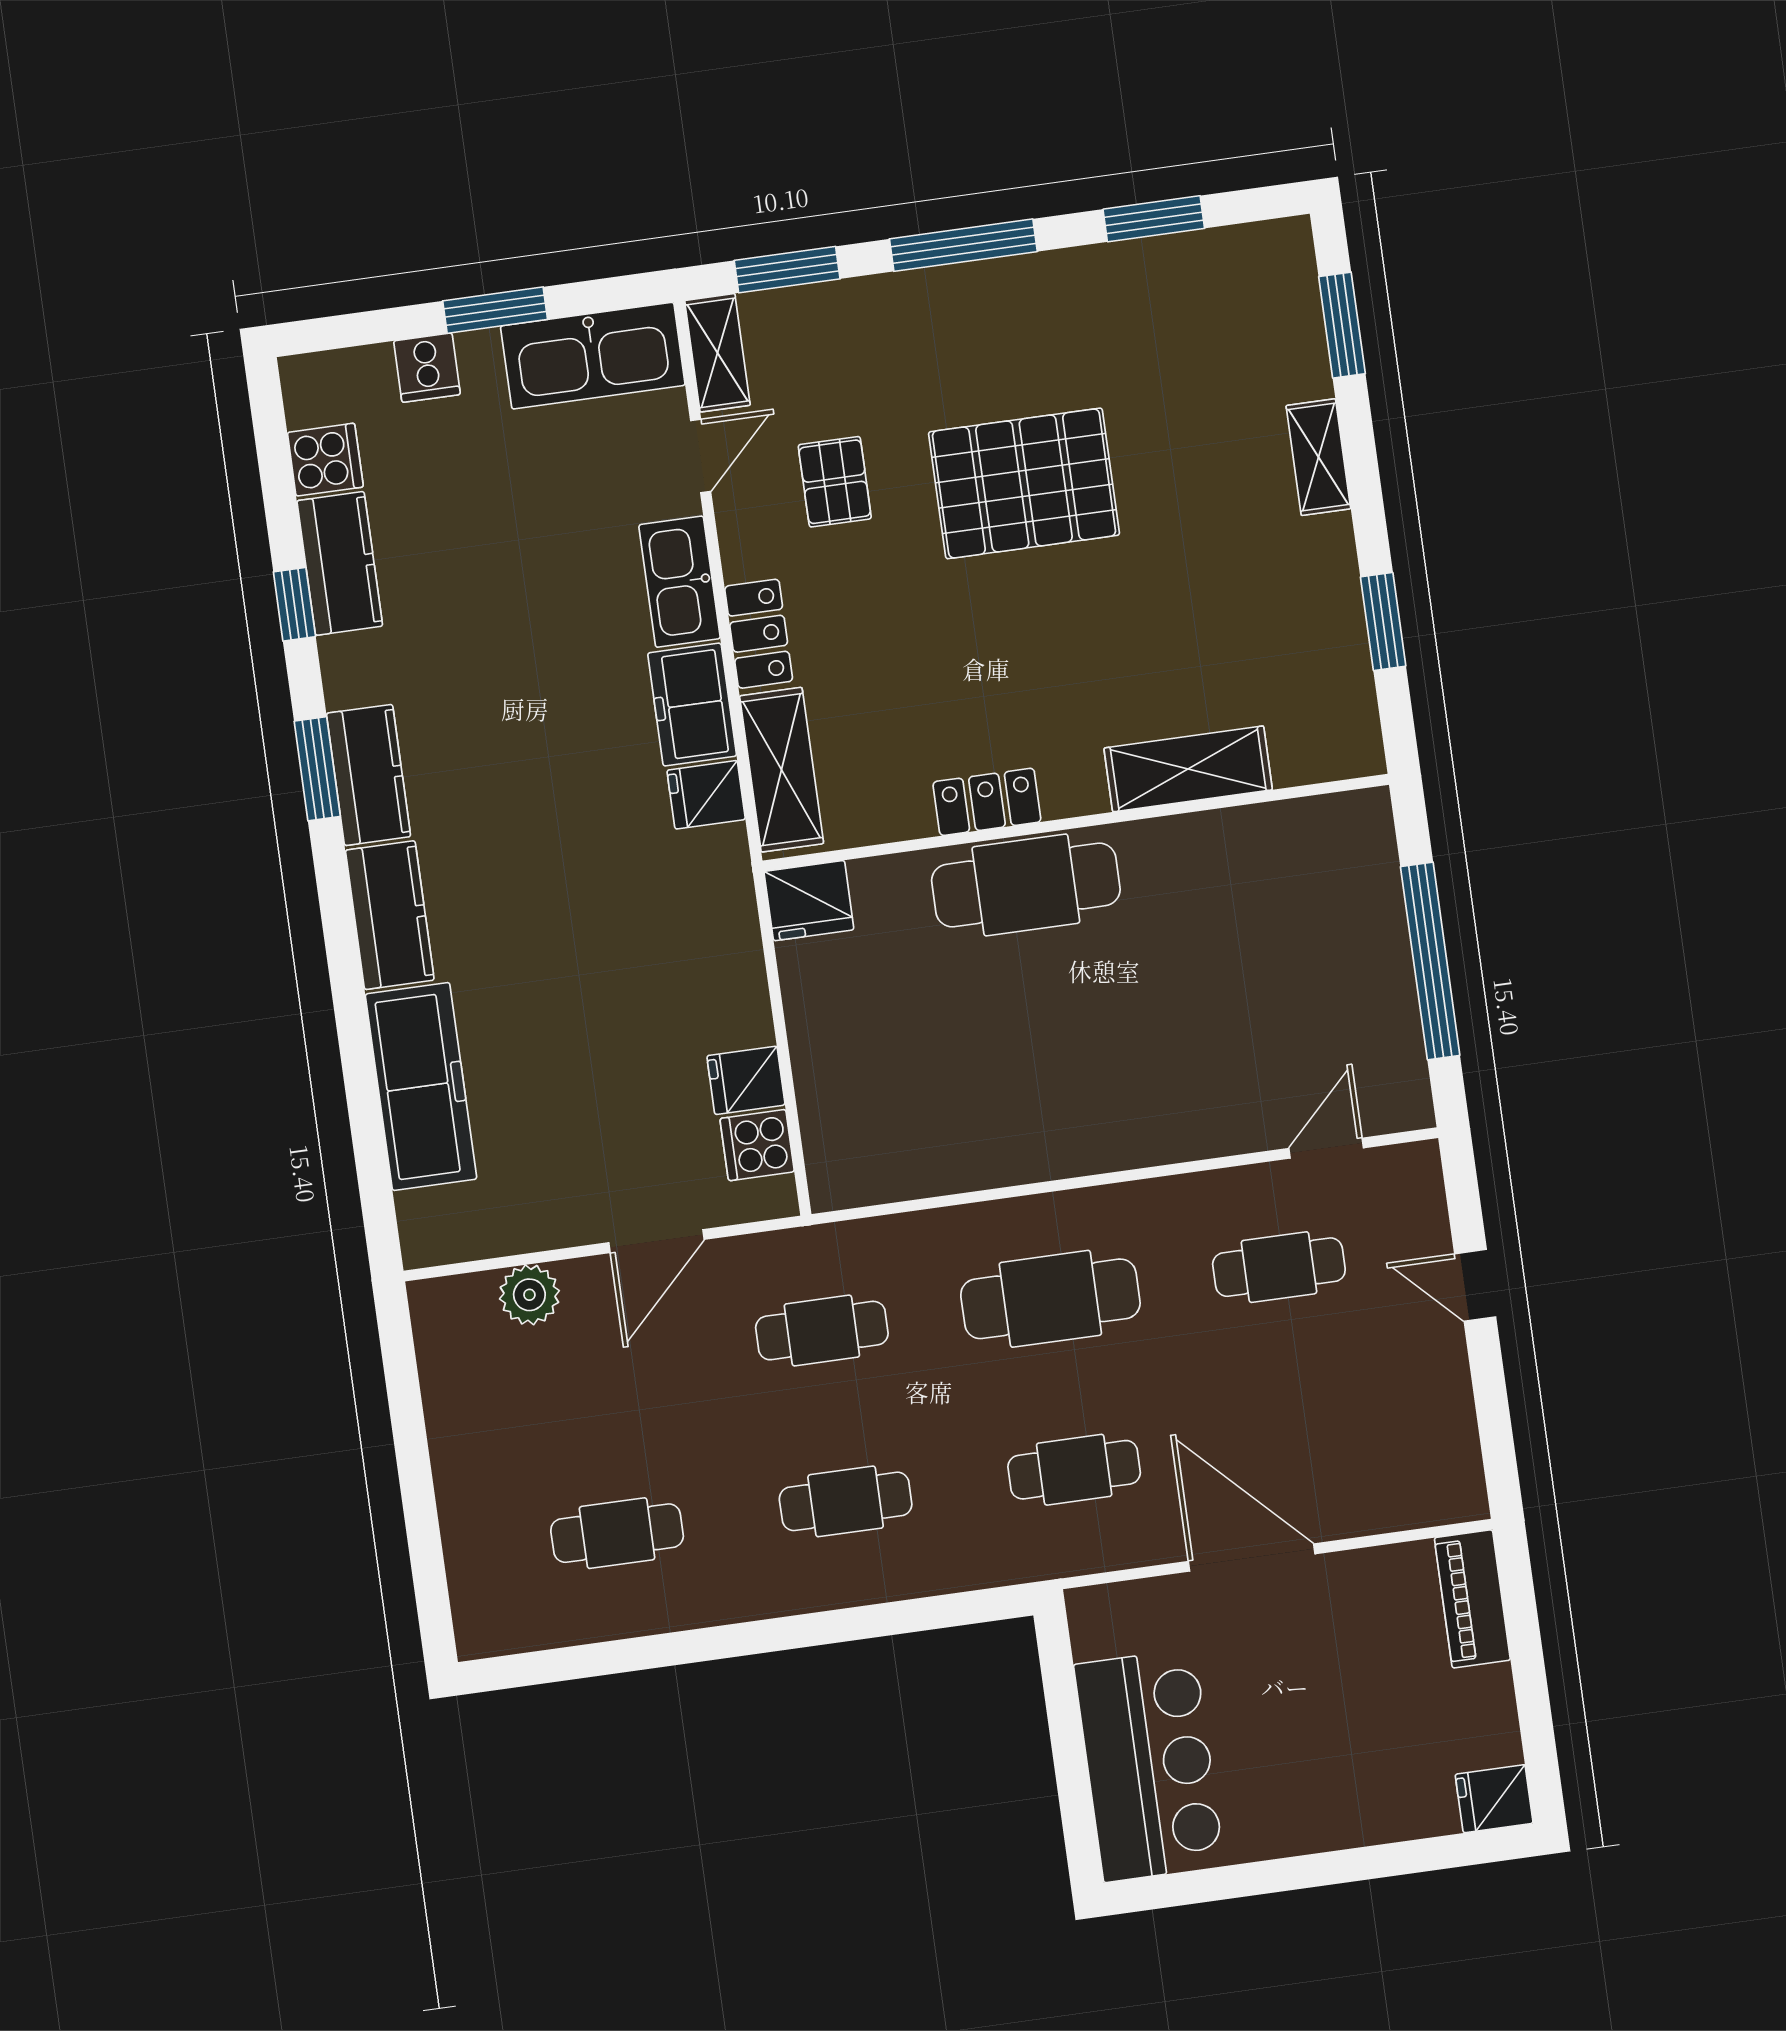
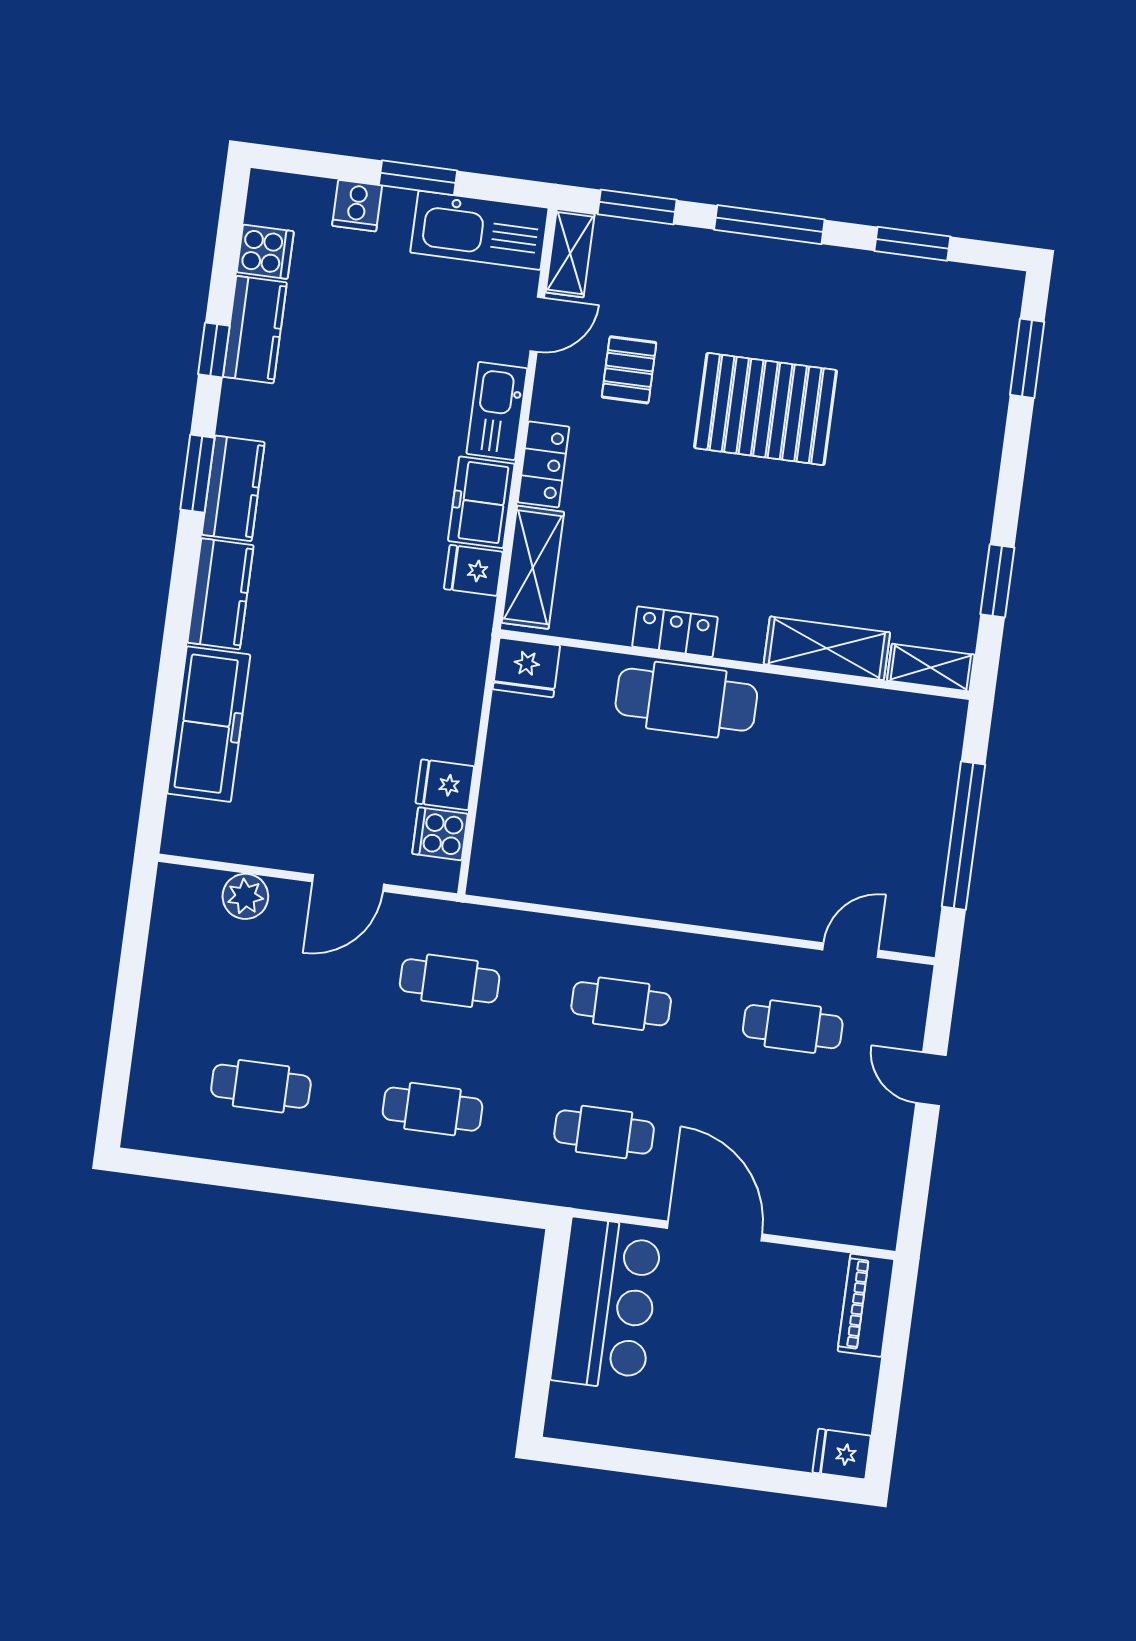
shelving: (1318, 457) -> (931, 668), moved, turned 90
cafe table: (1050, 1299) -> (621, 1004), width x0.73, depth x0.74
bar counter: (1149, 1765) -> (607, 1304), moved

